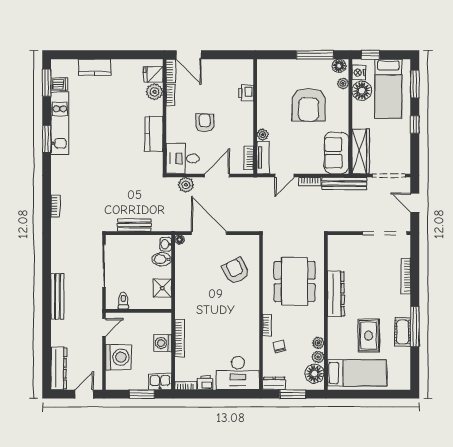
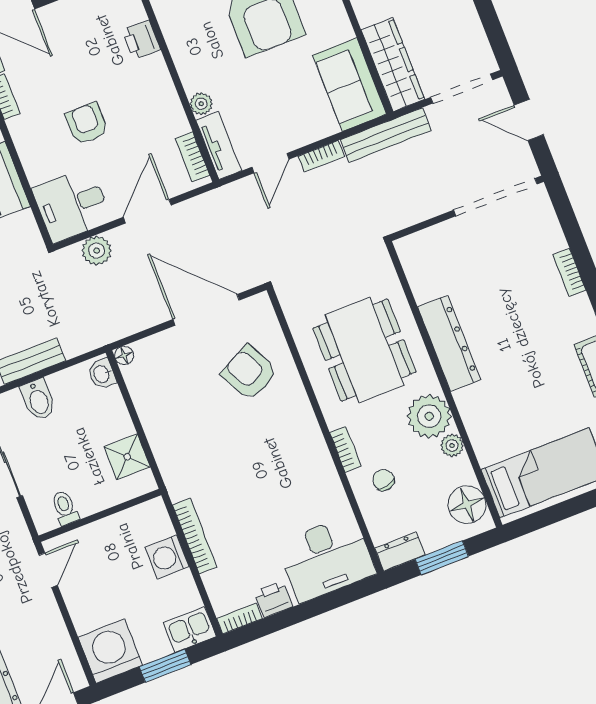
door: (209, 233) -> (206, 310), moved
bidet: (162, 259) -> (38, 400), moved, turned -90
bookcase: (406, 276) -> (569, 272), width x0.64
rug: (369, 336) -> (539, 396), removed
washing machine: (118, 357) -> (110, 651), moved, turned -90
plant: (318, 357) -> (429, 416), moved, width x1.88, depth x1.88

